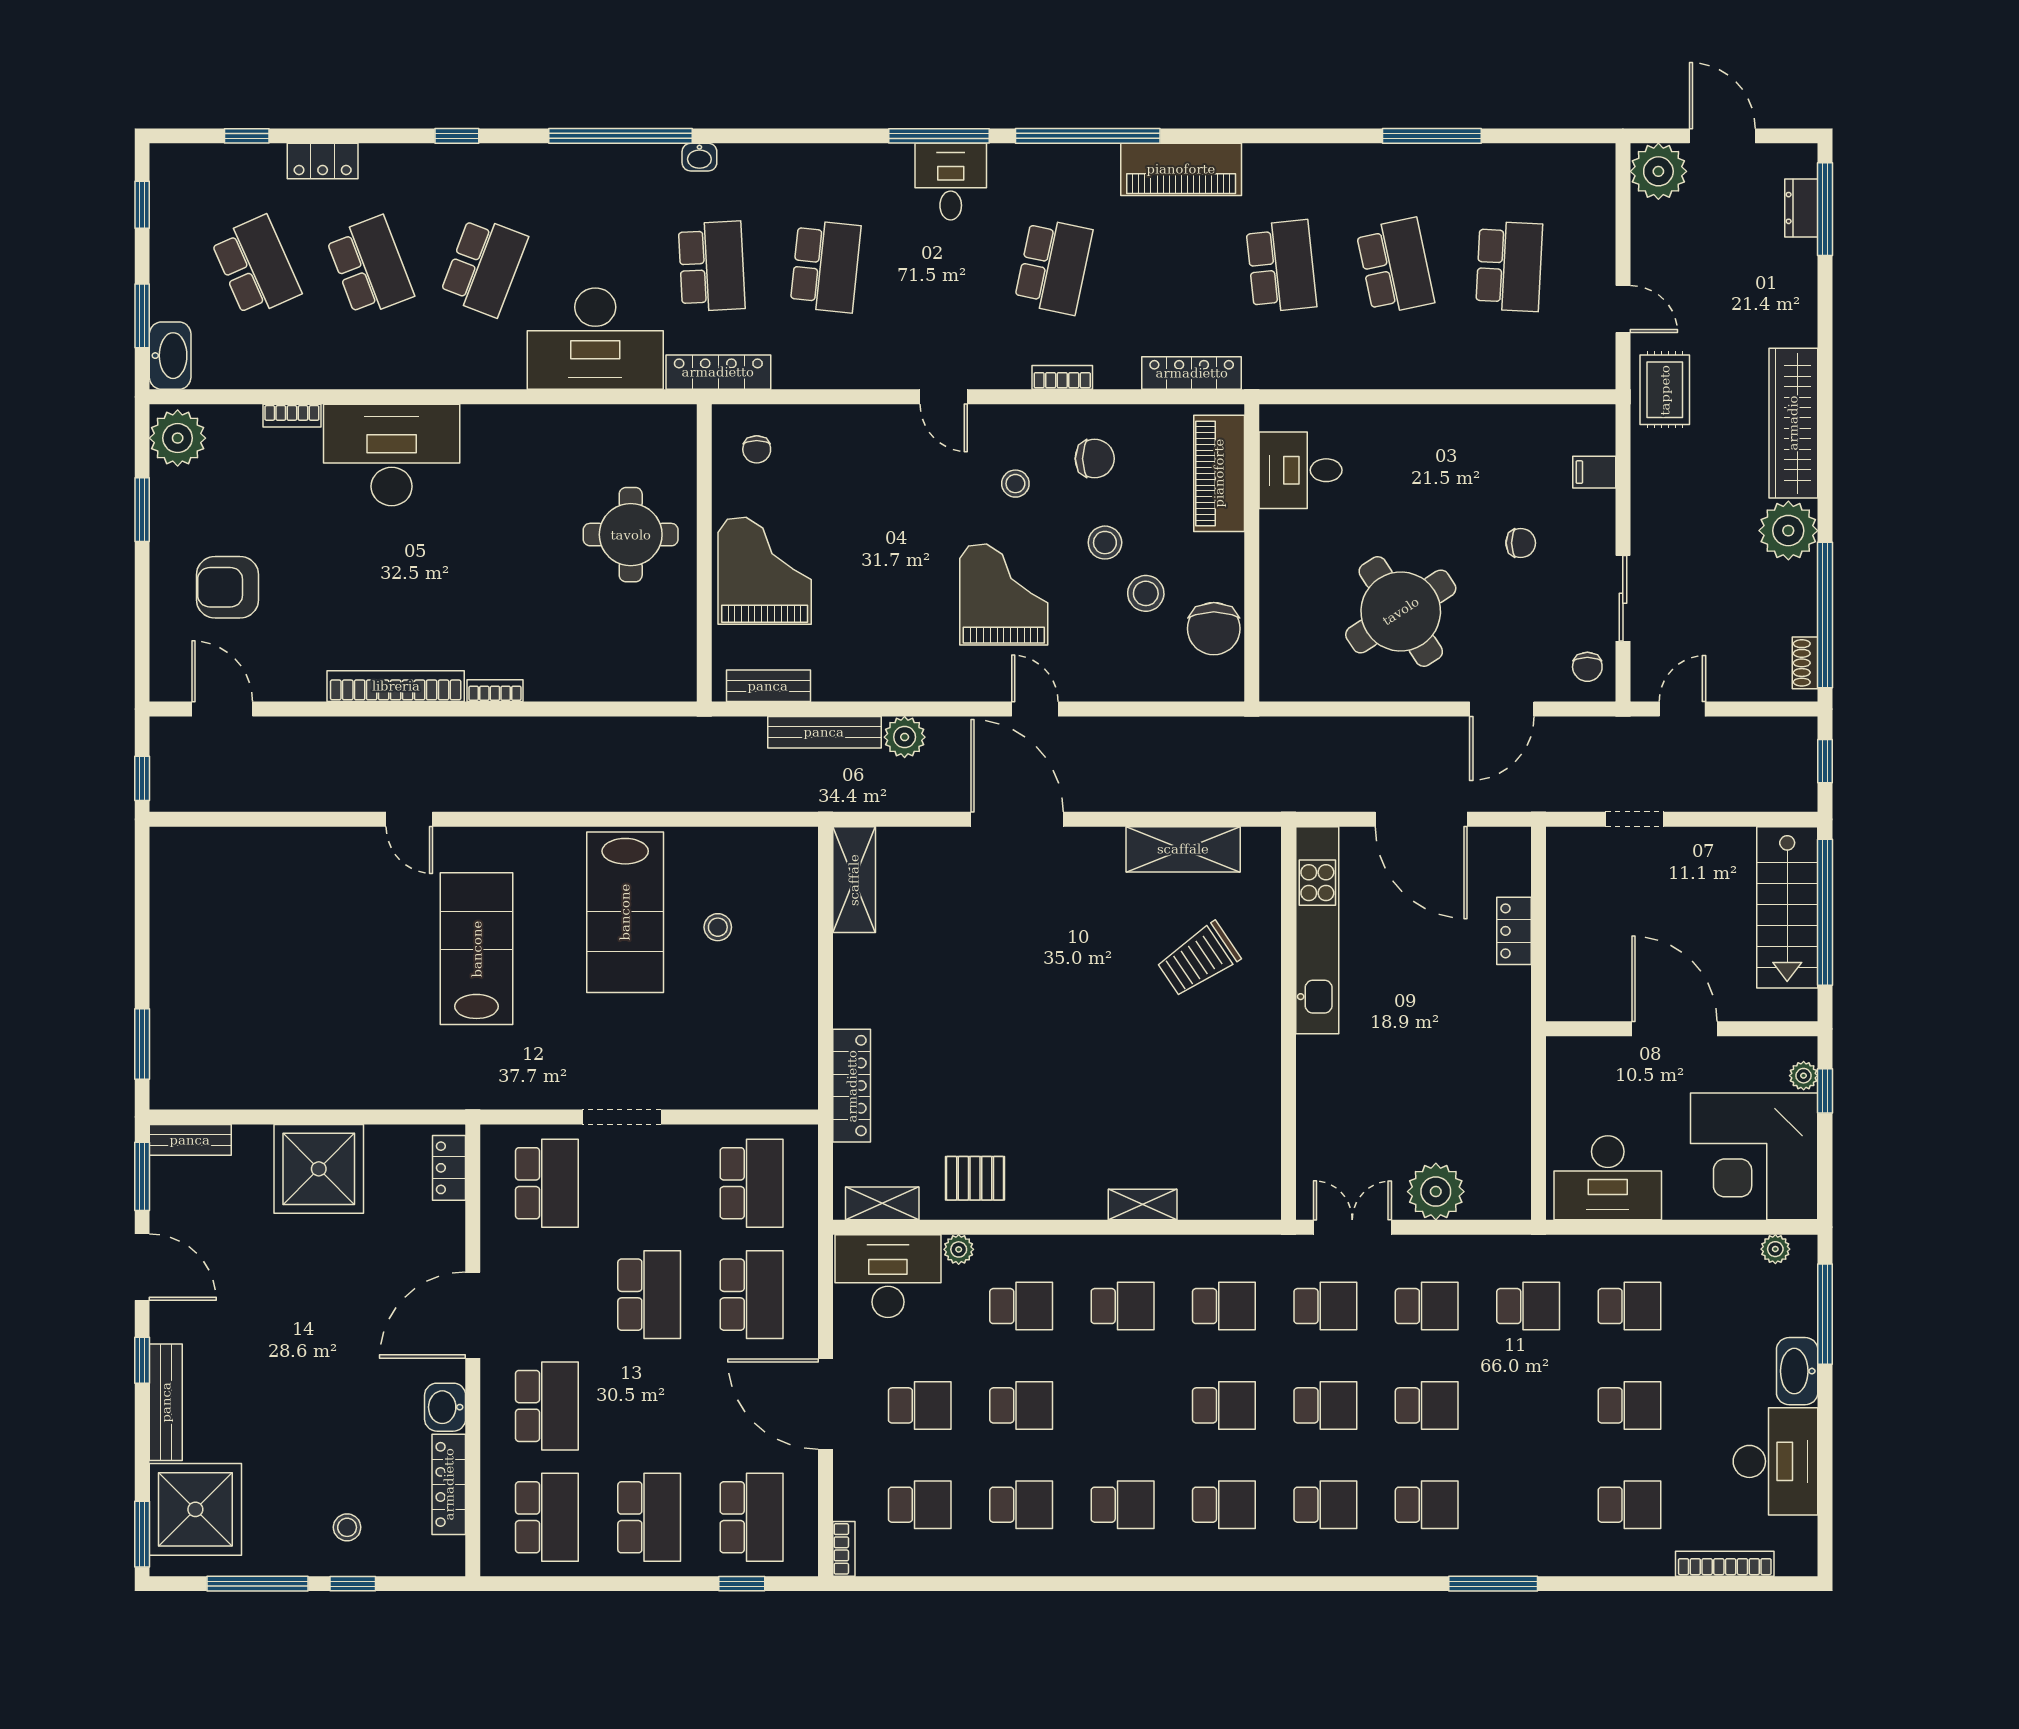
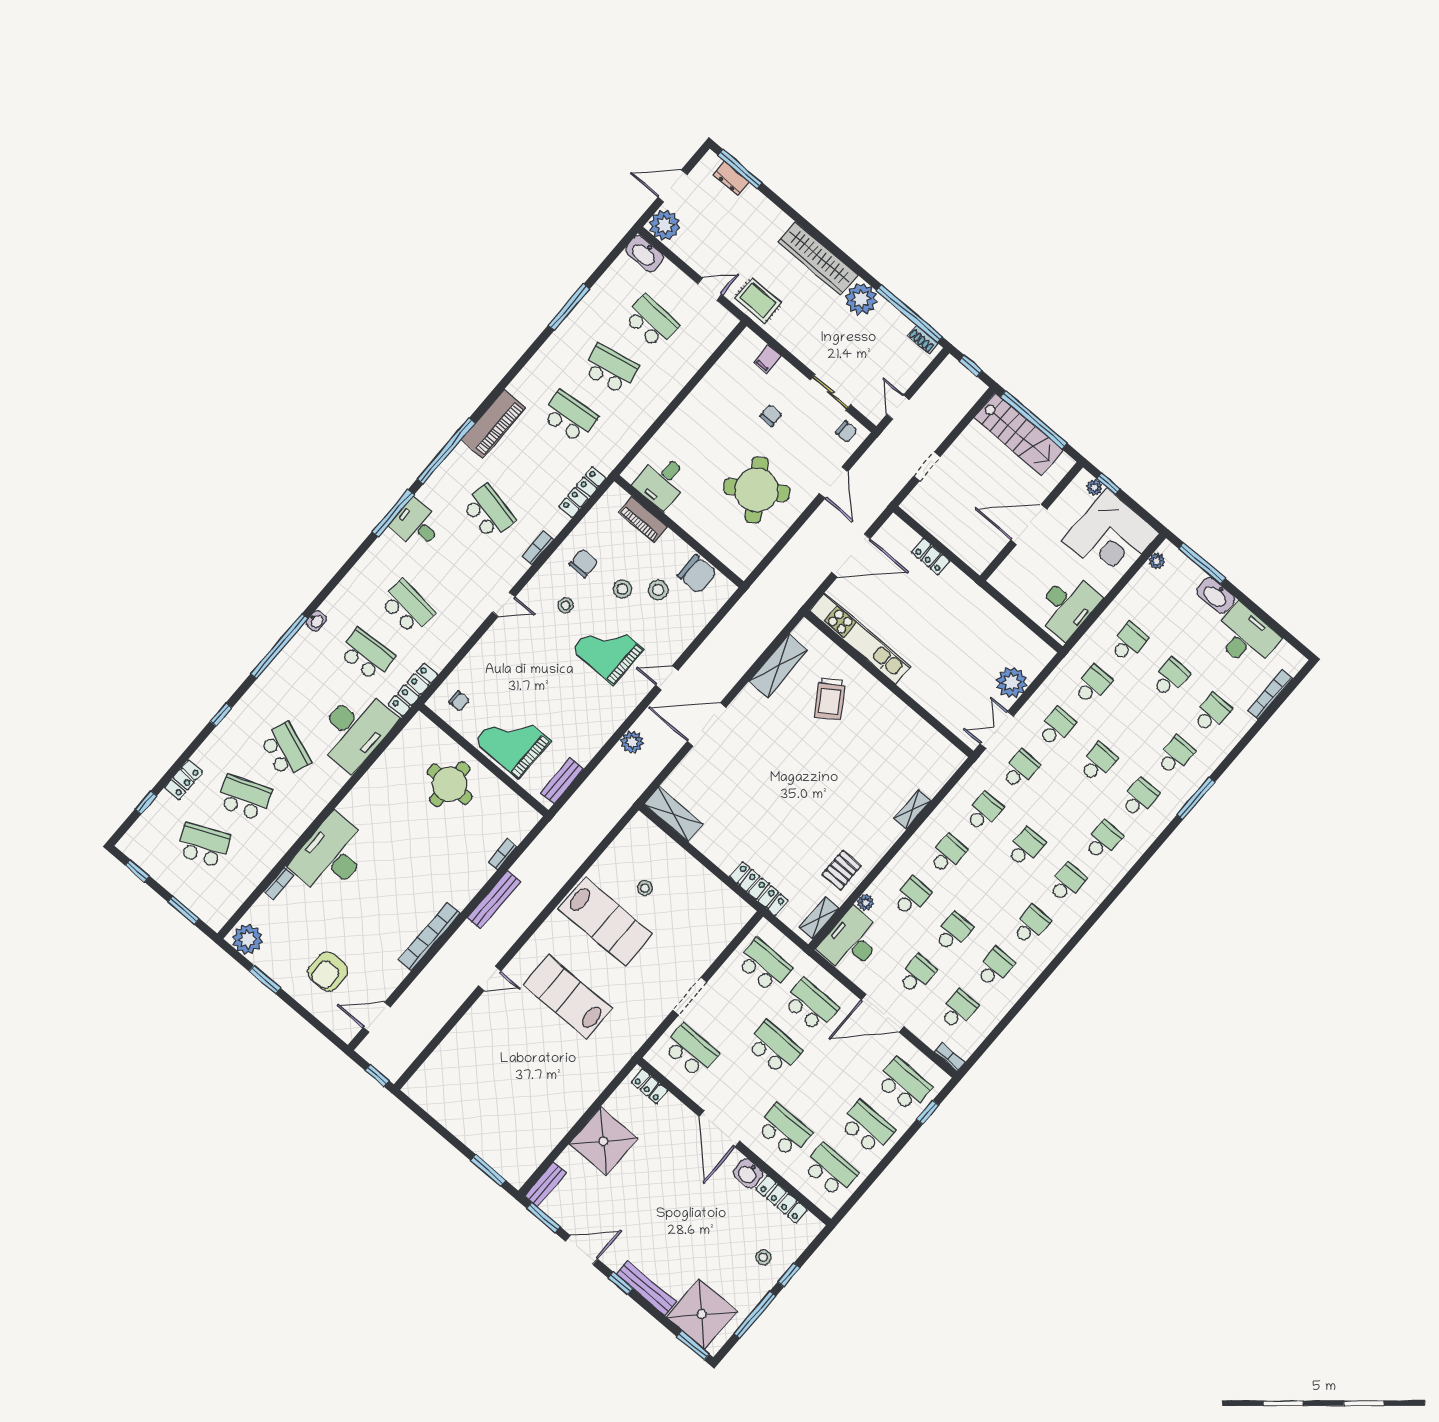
washbasin: (170, 356) -> (644, 254), moved, turned 180
piano: (1219, 473) -> (643, 519), width x0.73, depth x0.75
bookcase: (495, 691) -> (503, 854), moved
bench: (824, 732) -> (494, 900), moved
school desk: (1325, 1405) -> (1175, 756), moved

